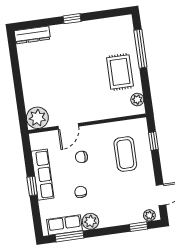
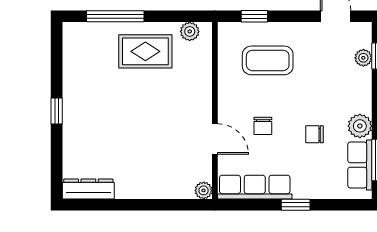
dresser: (32, 35) -> (88, 189), moved, turned -90
plant: (37, 118) -> (204, 190), width x0.53, depth x0.53
row of seats: (43, 175) -> (255, 187), moved
plant: (149, 215) -> (363, 58), moved

